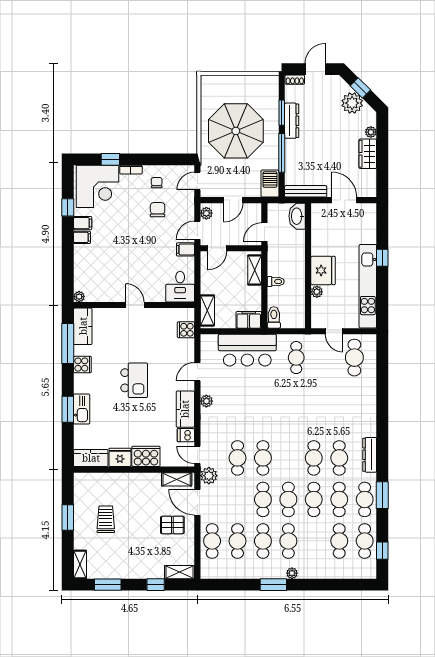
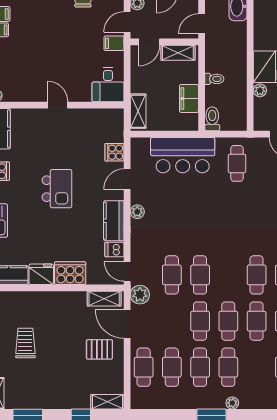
shelving: (255, 270) -> (178, 53), moved, turned 90
filing cabinet: (249, 320) -> (189, 98), moved, turned -90
cooker: (186, 330) -> (114, 152), moved

